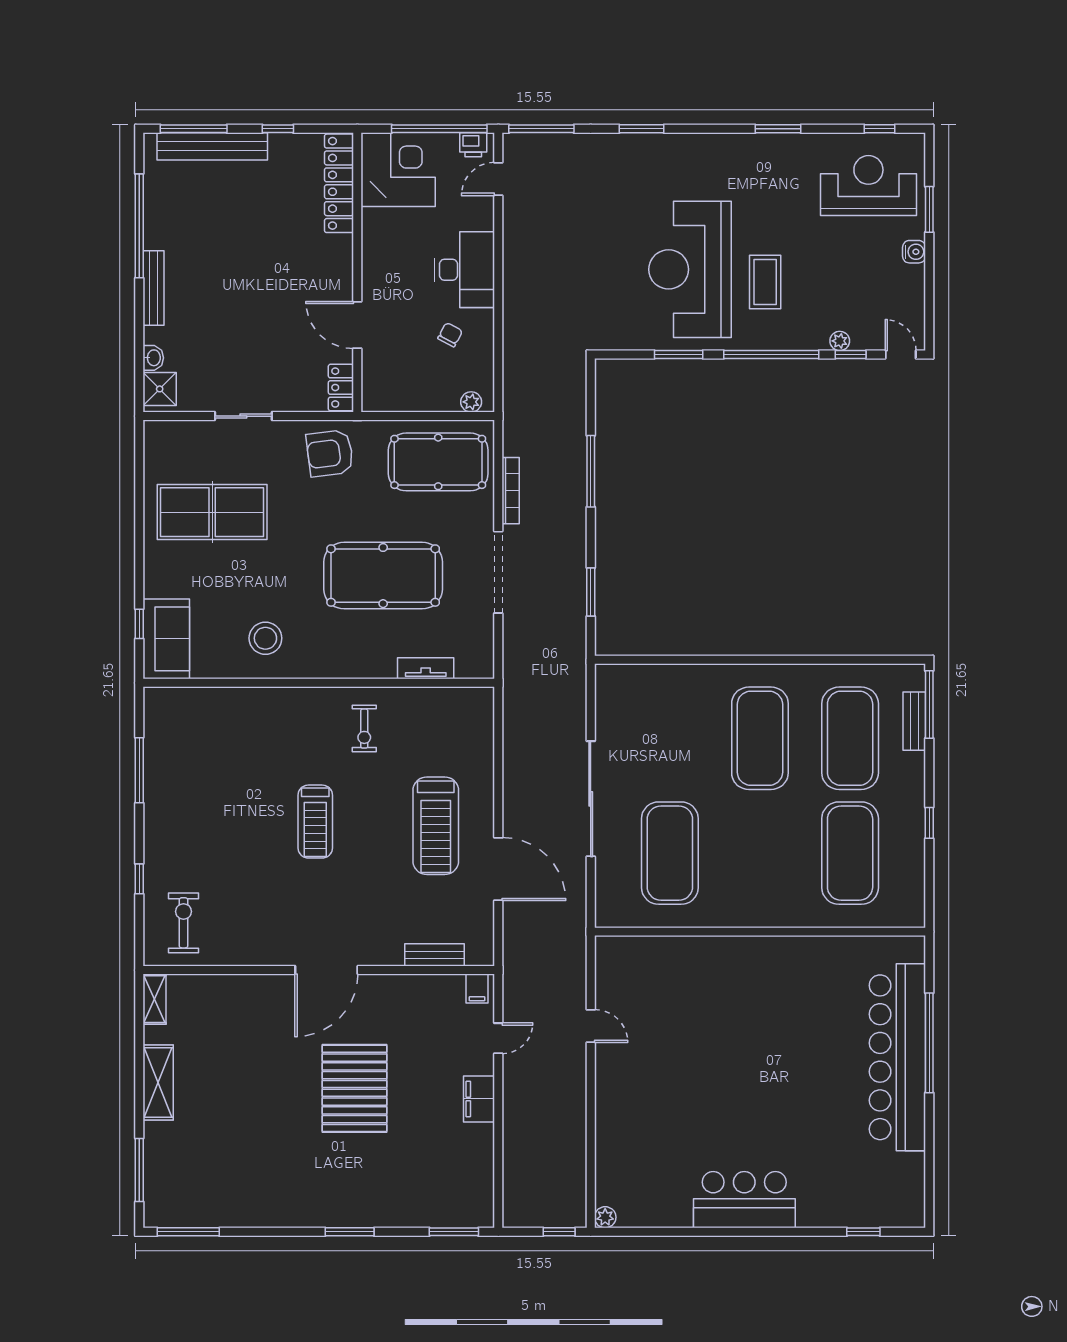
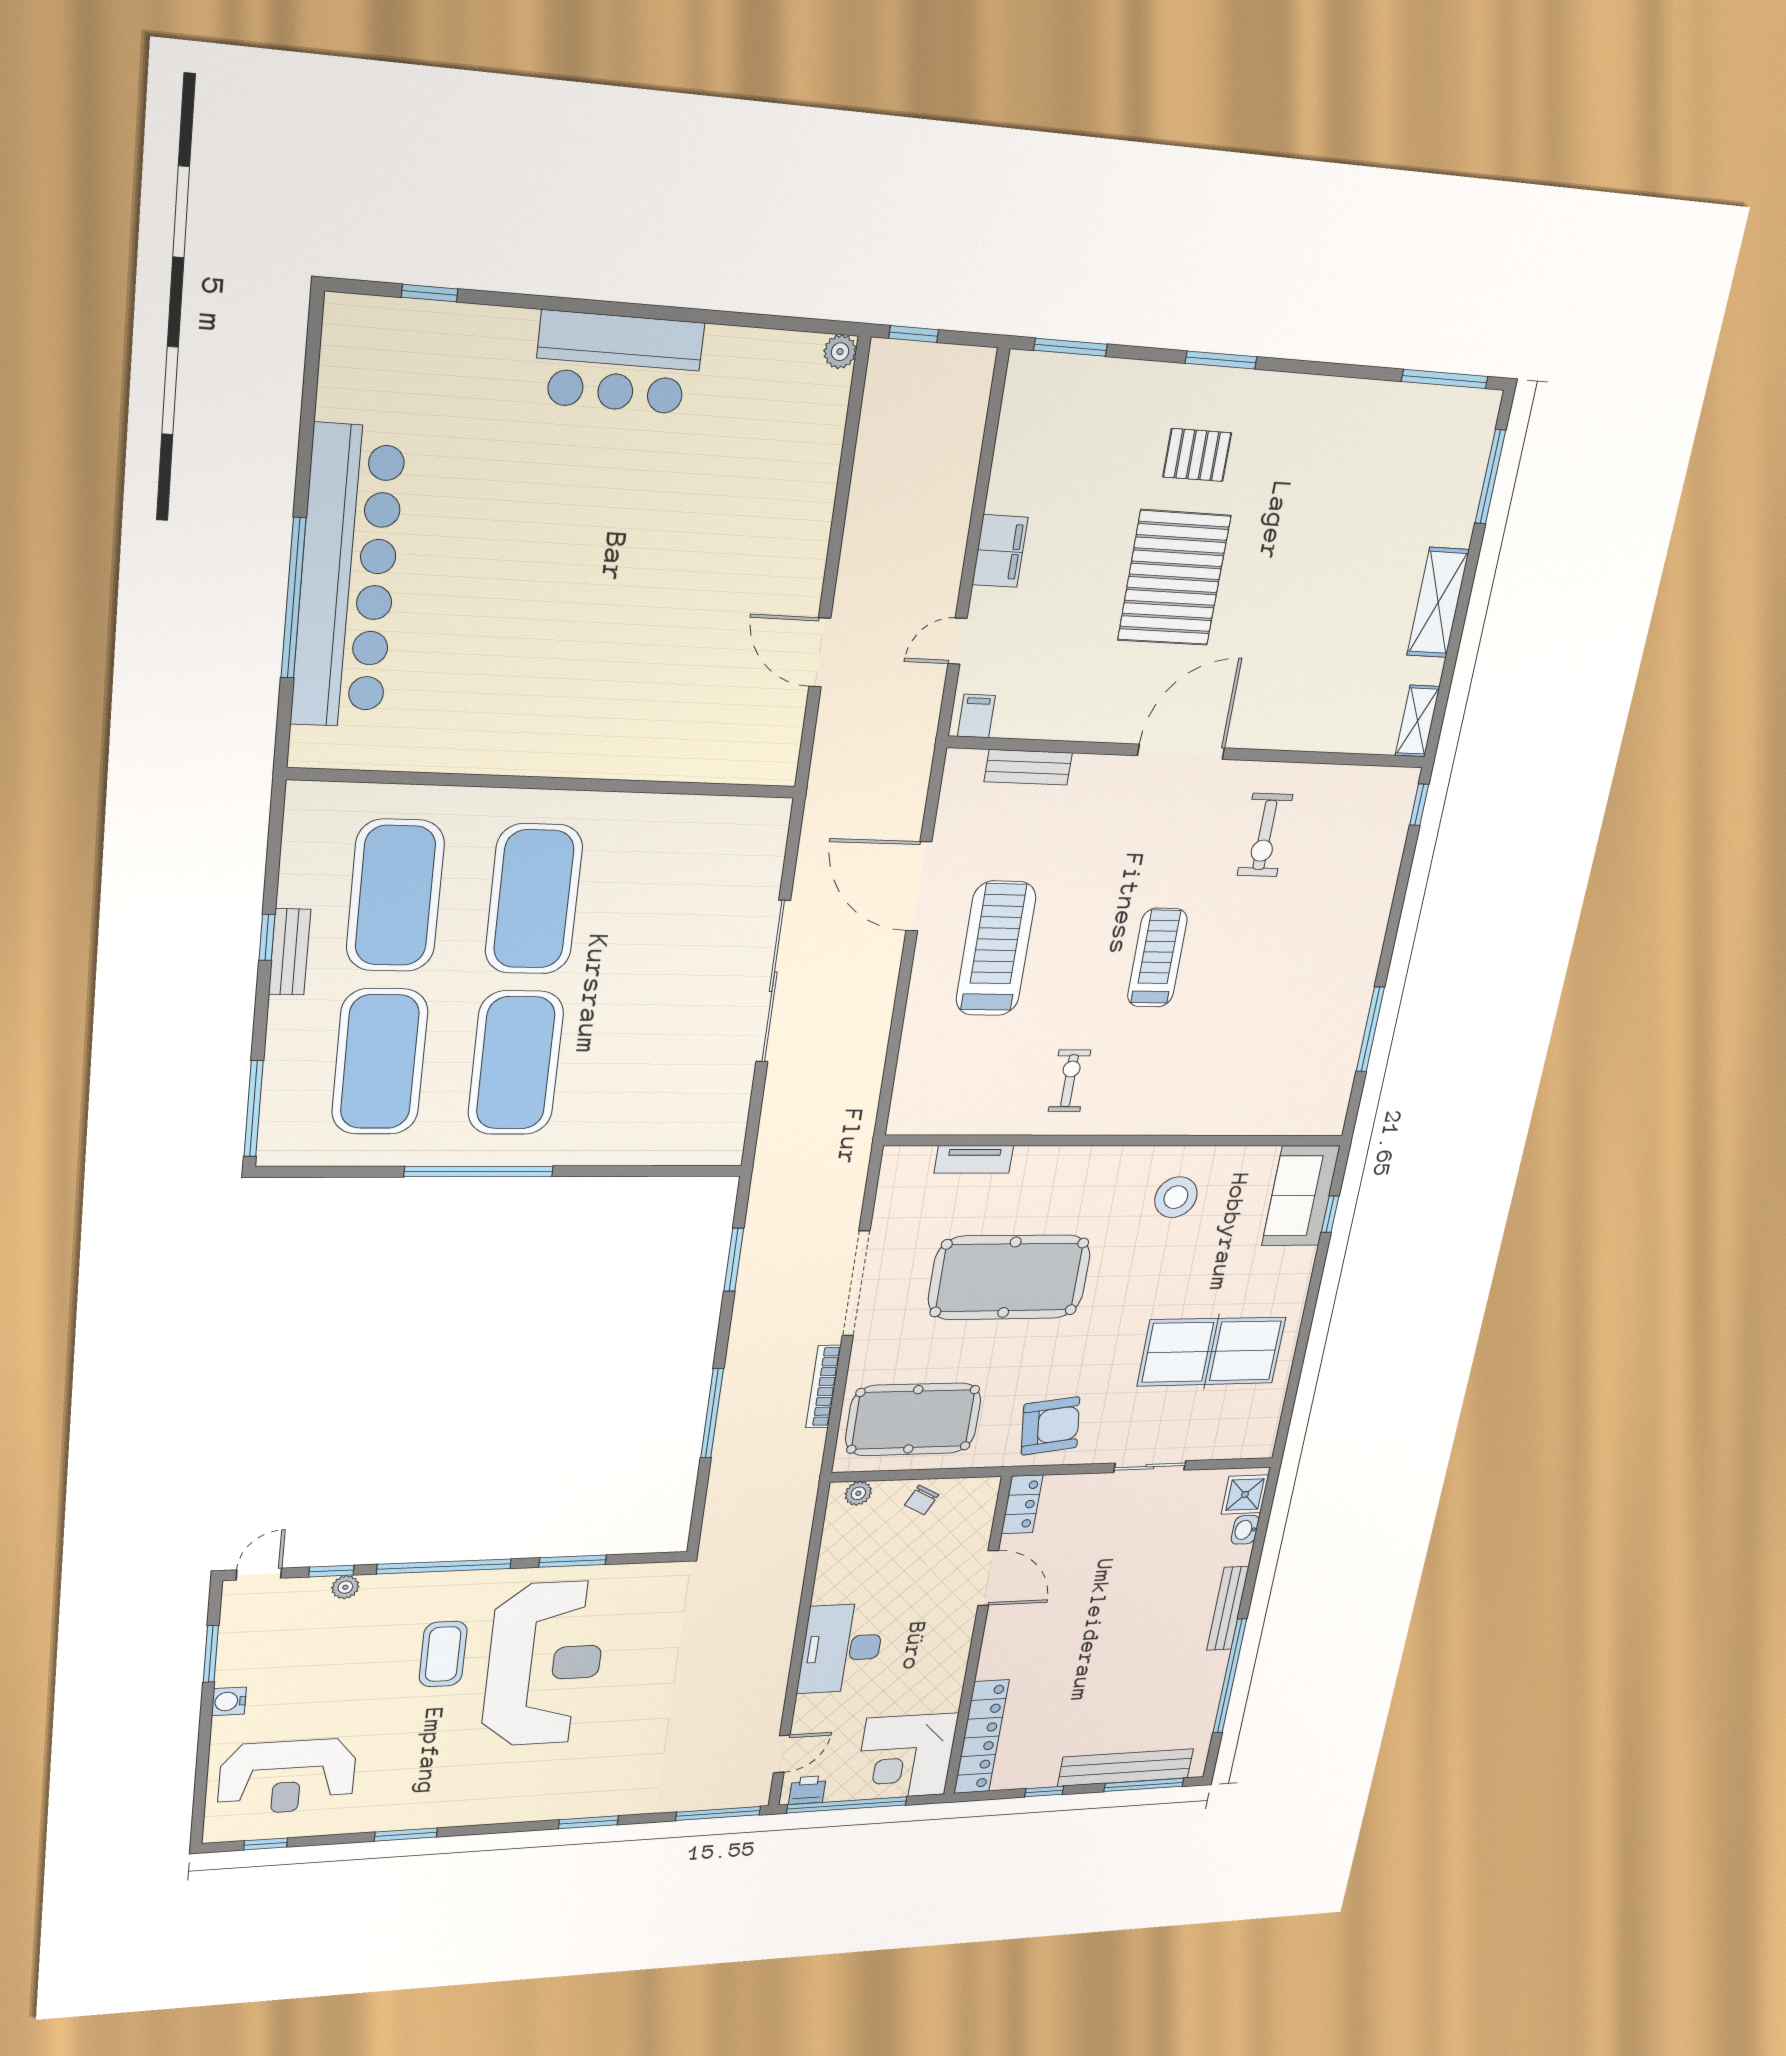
window: (929, 209) -> (211, 1654), moved
chair: (450, 335) -> (922, 1500), moved
door: (901, 354) -> (259, 1574), swing flipped
window: (777, 660) -> (479, 1171), added
bench: (914, 721) -> (290, 952), moved
exercise mat: (670, 853) -> (534, 899), moved
window: (139, 879) -> (1419, 805), moved
exercise bike: (184, 923) -> (1265, 835), moved
door: (591, 1026) -> (820, 652), width x1.38
pallet: (354, 1170) -> (1197, 455), added

